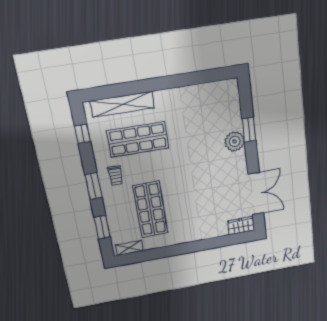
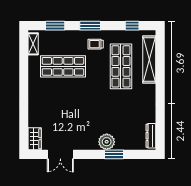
dresser: (220, 87) -> (151, 136), added
double door: (256, 194) -> (60, 154), width x0.73

